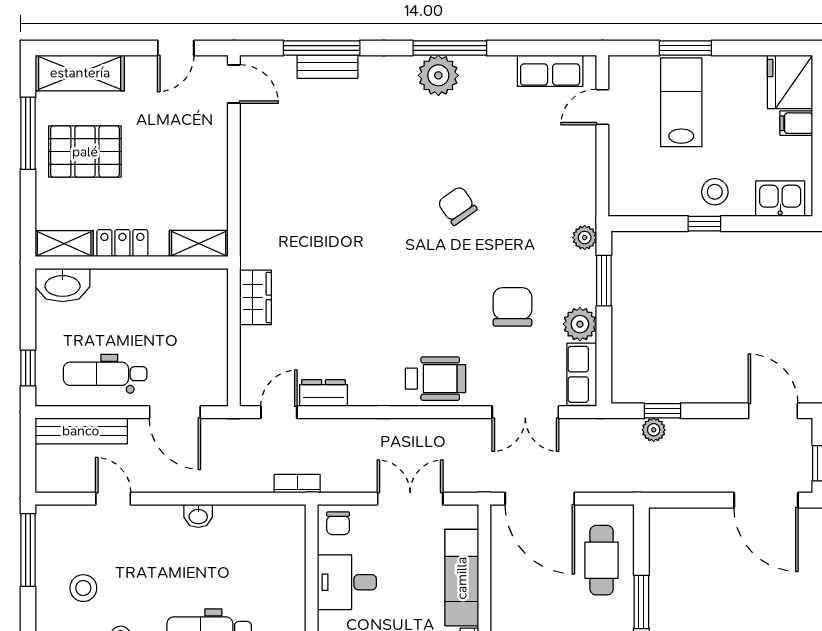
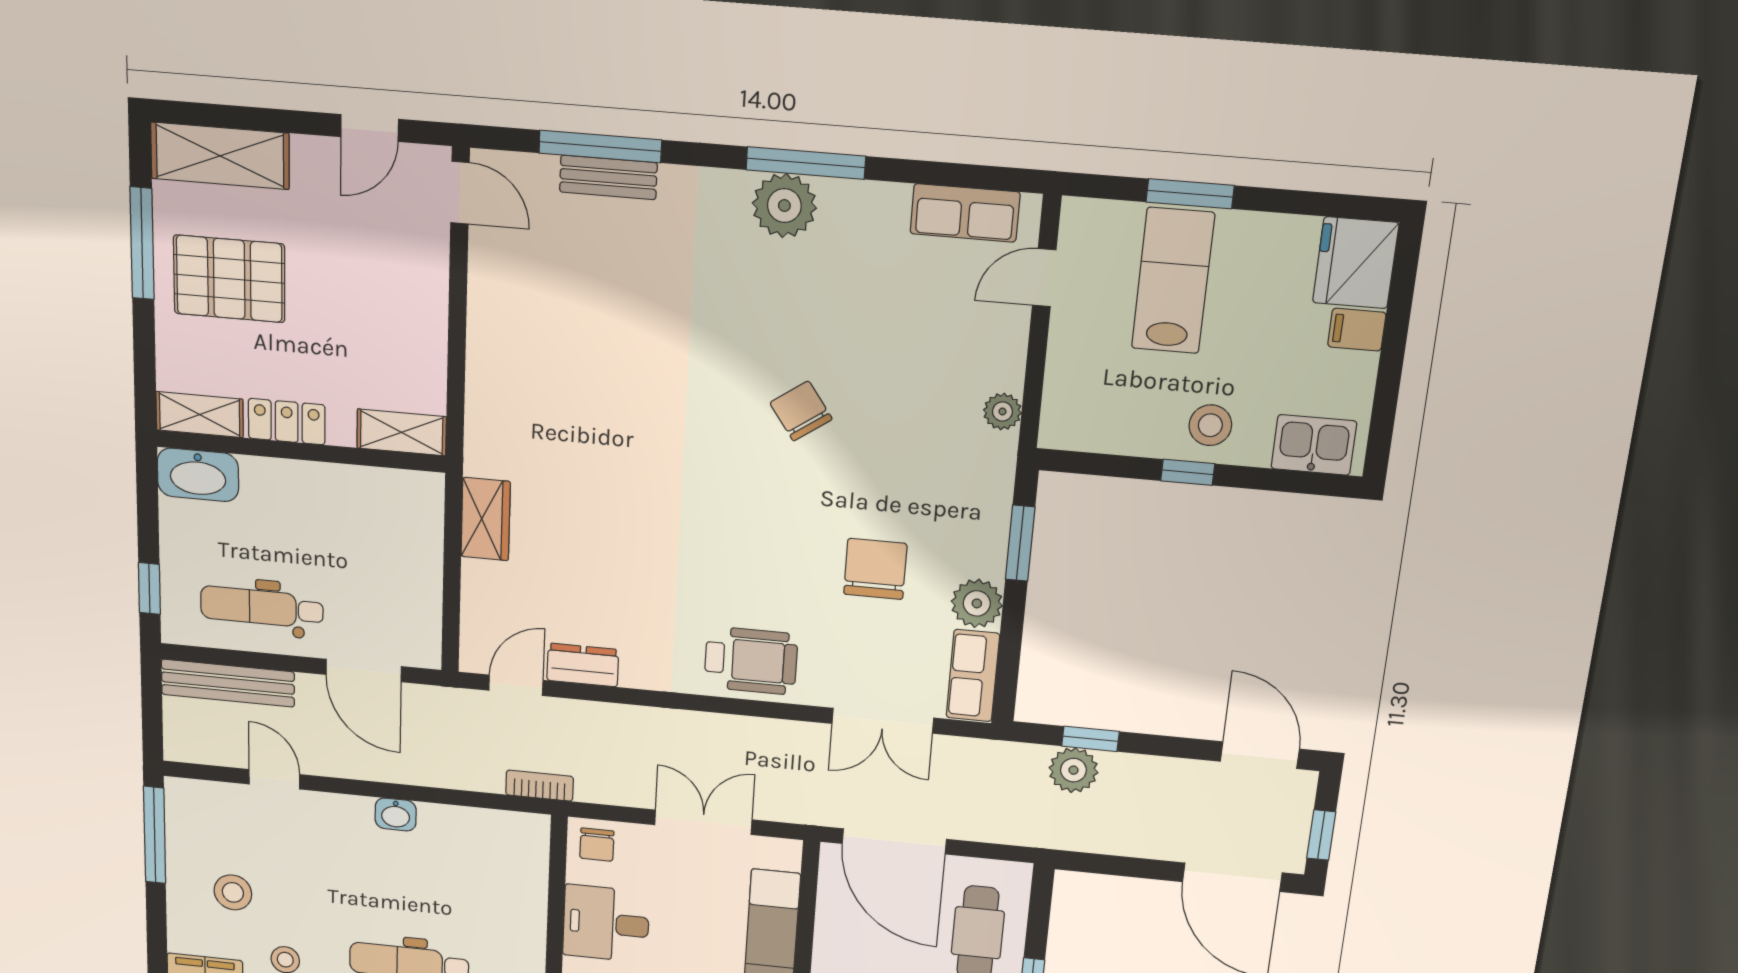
plant: (585, 238) -> (1002, 411), moved
plant: (654, 430) -> (1073, 770), width x1.38, depth x1.38

